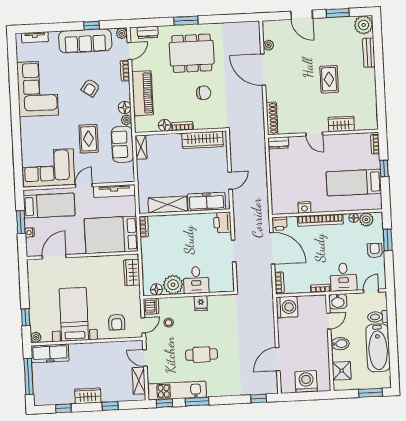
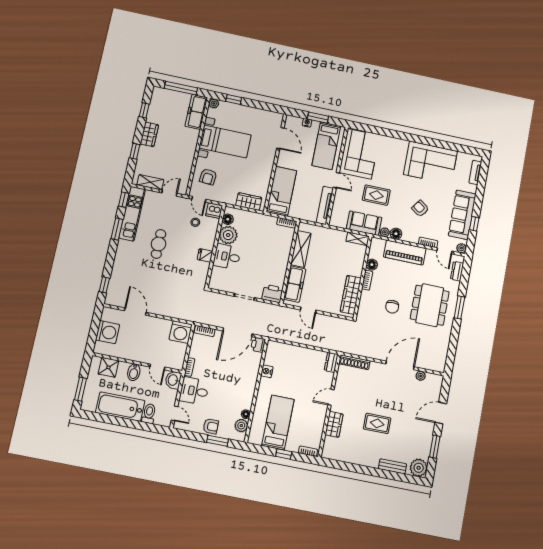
bookcase: (320, 220) -> (252, 383), removed
bed: (111, 235) -> (281, 191), width x0.67
armchair: (117, 322) -> (208, 177), turned -85

